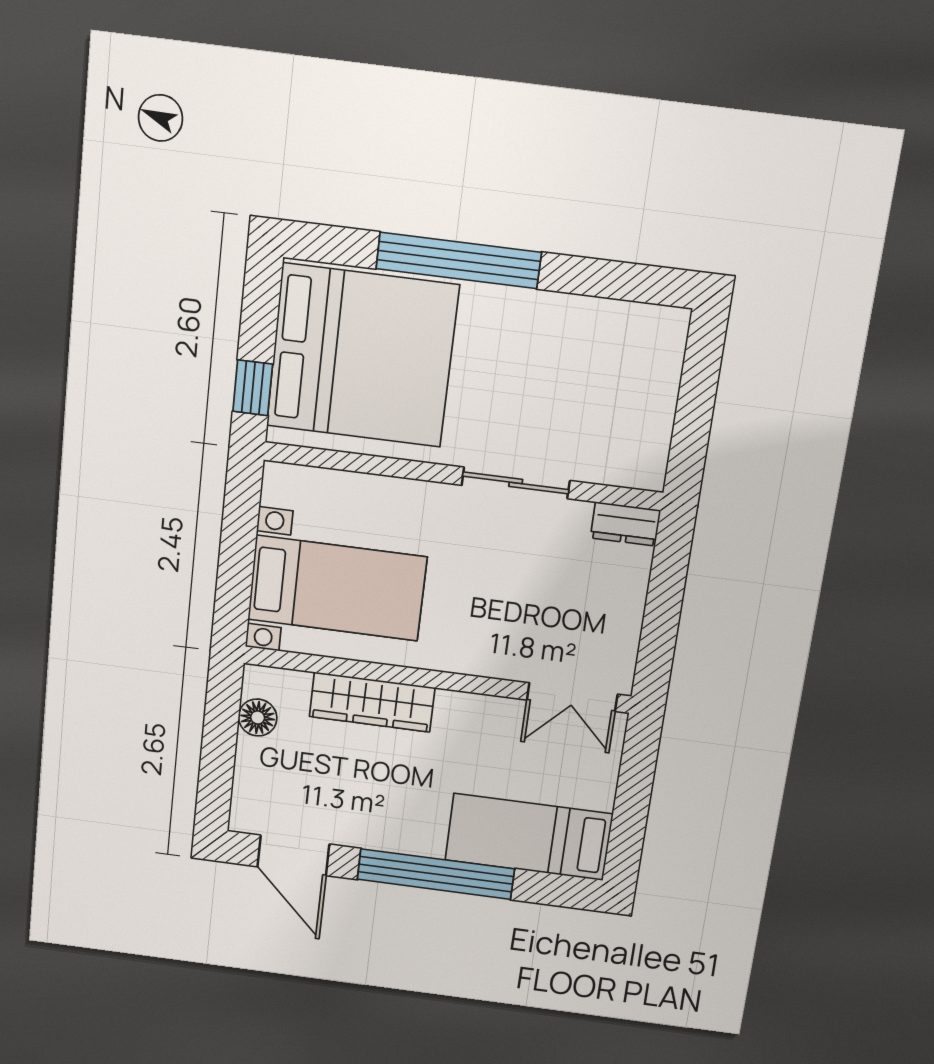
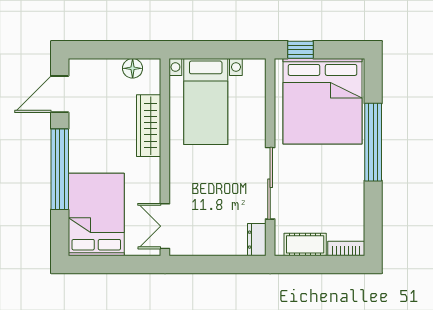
bookcase: (671, 345) -> (346, 248), added
cot: (650, 428) -> (305, 244), added
sliding door: (516, 483) -> (270, 183), width x1.37
bed: (529, 837) -> (96, 214), width x1.50

